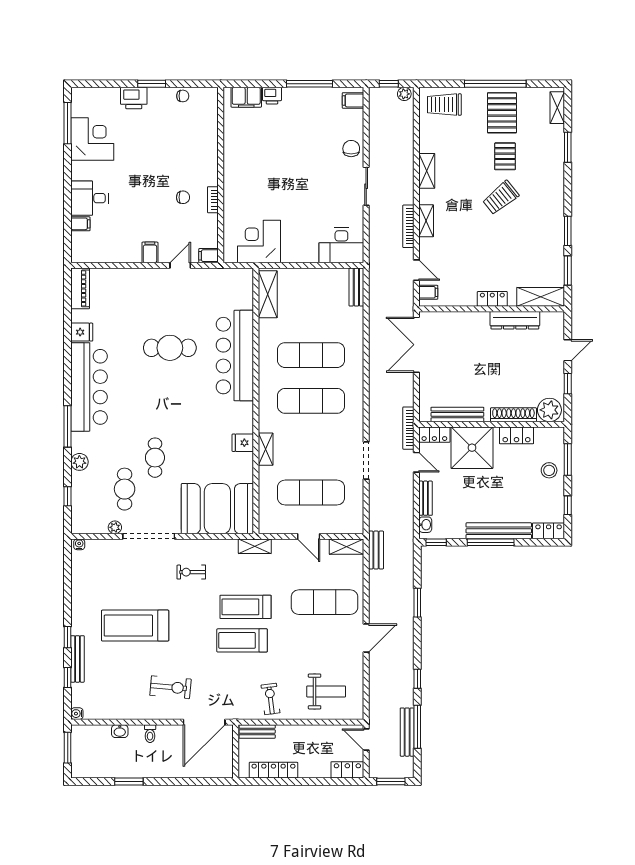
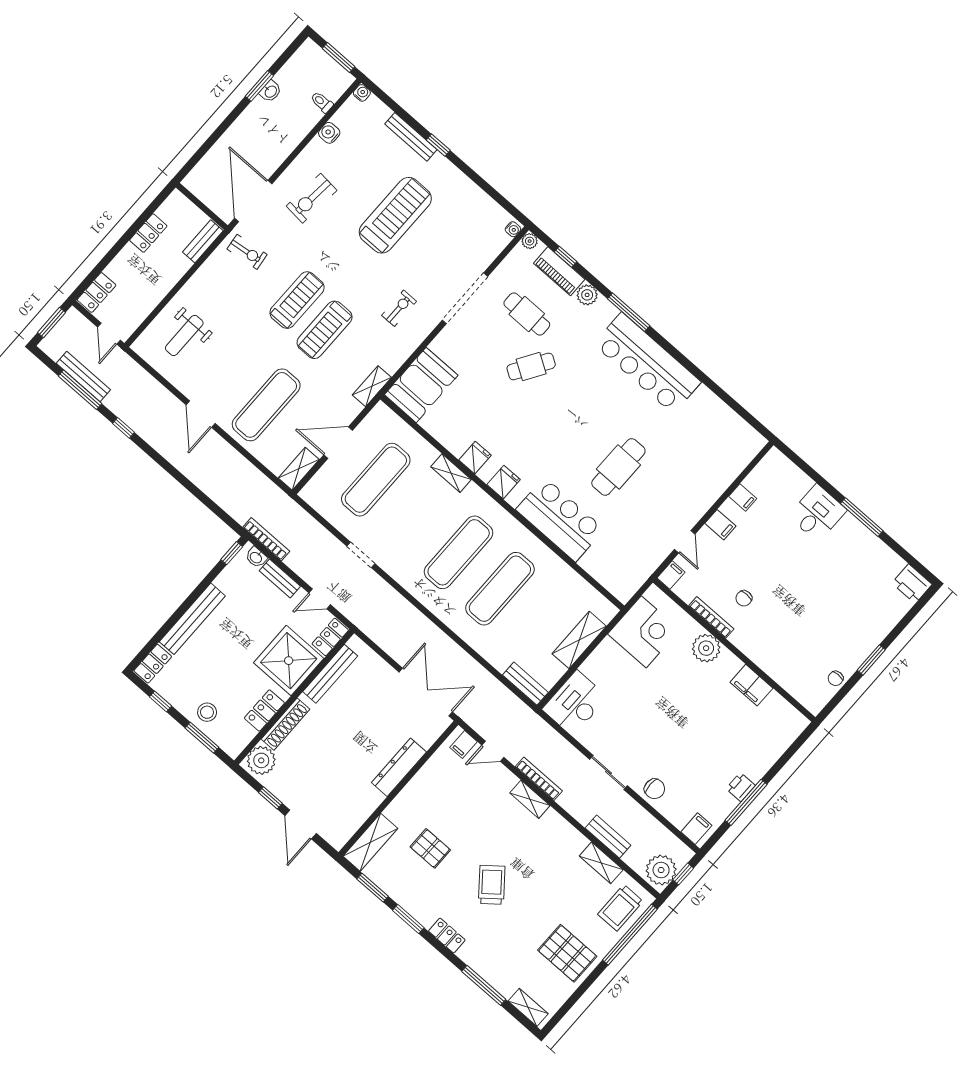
window: (495, 84) -> (630, 935), moved
plant: (404, 94) -> (661, 870), width x1.87, depth x1.87
printer: (272, 96) -> (741, 787), moved
filing cabinet: (246, 97) -> (751, 685), moved, turned -90
printer: (134, 98) -> (912, 584), moved, turned -90
trolley: (444, 105) -> (620, 908), turned 180
window: (68, 123) -> (862, 517), moved
corner desk: (92, 139) -> (869, 563), removed
window: (568, 147) -> (484, 985), width x1.44
pallet: (505, 156) -> (430, 848), moved
shelving: (427, 171) -> (601, 863), moved
plant: (235, 194) -> (706, 648), added
bookcase: (213, 200) -> (711, 617), width x1.56
filing cabinet: (80, 224) -> (743, 497), moved, turned -90
piano: (80, 288) -> (559, 271), moved
shelving: (268, 294) -> (579, 640), moved, turned 90
locker: (492, 299) -> (447, 936), moved, turned -90
dresser: (515, 320) -> (399, 767), moved
fridge: (82, 332) -> (503, 482), moved, turned 180
door: (568, 350) -> (301, 824), width x1.38
bar counter: (235, 356) -> (560, 519), width x0.73
bookcase: (408, 428) -> (266, 539), moved
cafe table: (155, 458) -> (531, 366), turned -58
doorway: (366, 461) -> (361, 555), width x0.73
booth: (217, 509) -> (421, 385), width x0.73, depth x0.70
plant: (115, 527) -> (530, 241), moved
door: (309, 536) -> (338, 443), width x1.37
window: (491, 542) -> (188, 602), removed
bench: (376, 550) -> (608, 837), moved
window: (417, 603) -> (192, 488), removed
treadmill: (246, 607) -> (325, 330), turned 180
window: (68, 678) -> (402, 113), removed
exercise bike: (270, 699) -> (247, 252), moved
water cooler: (120, 712) -> (329, 133), added
washbasin: (120, 731) -> (270, 91), moved, turned 180
toilet: (150, 734) -> (322, 102), moved
door: (366, 739) -> (109, 334), swing flipped
locker: (273, 770) -> (148, 233), width x0.66

